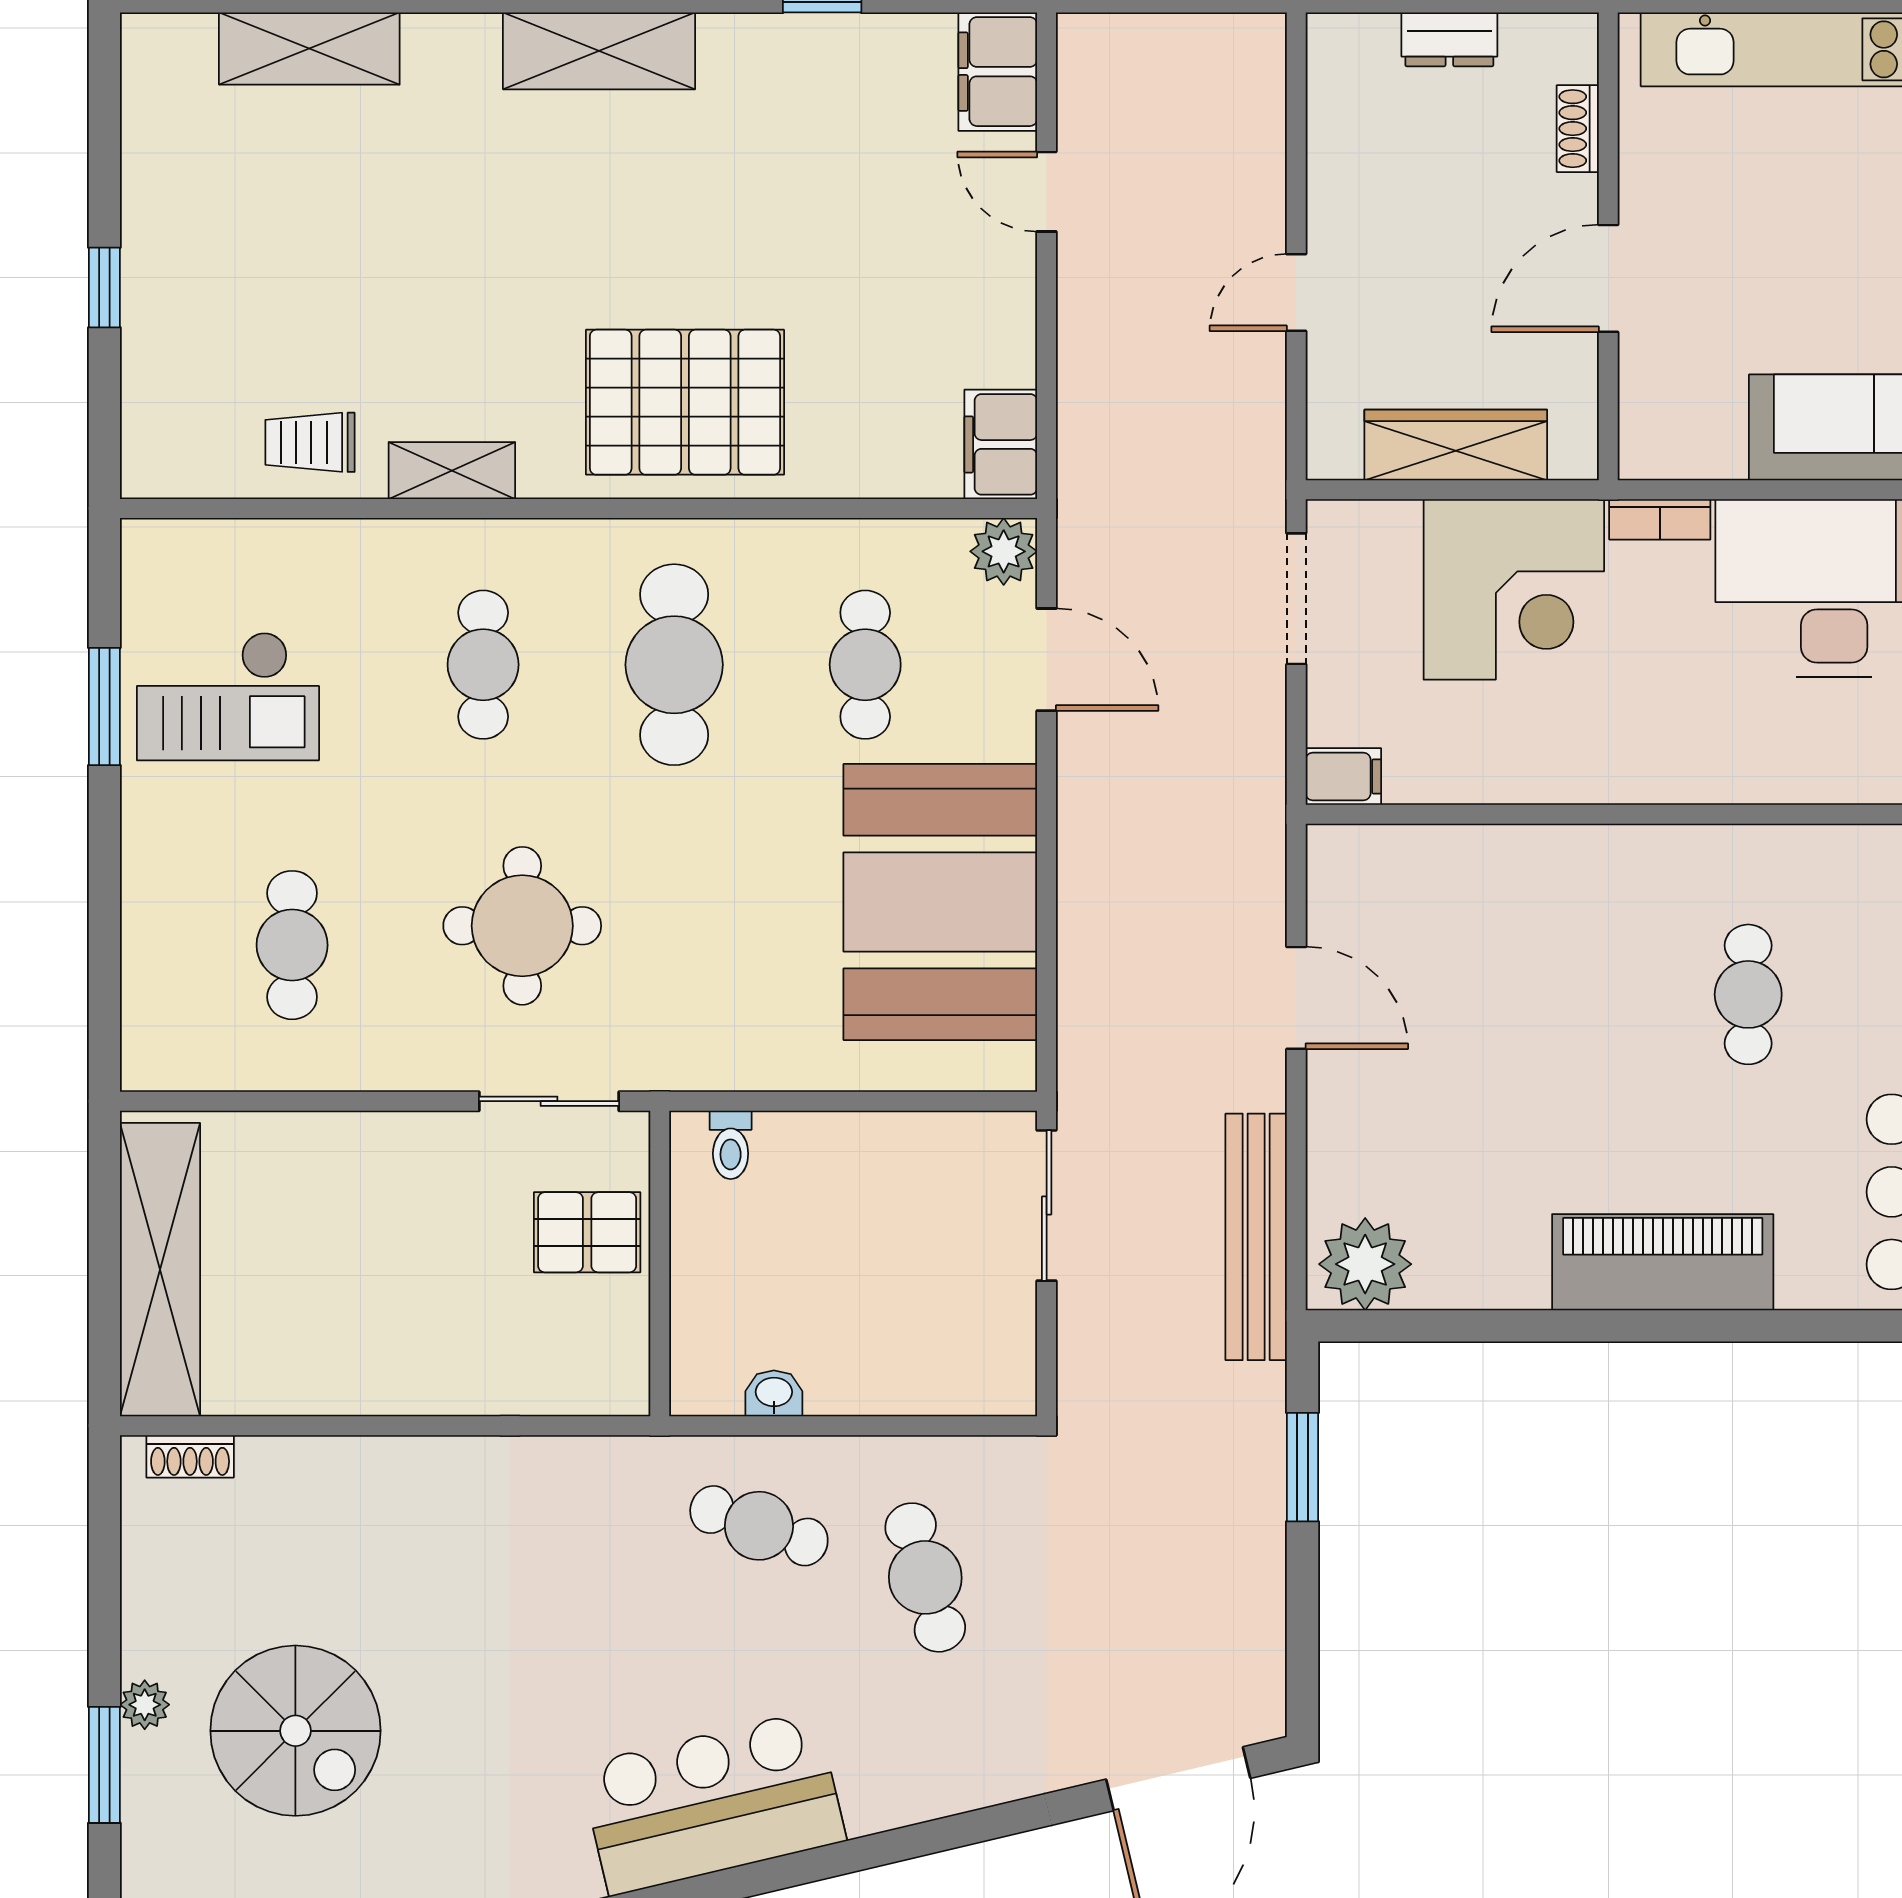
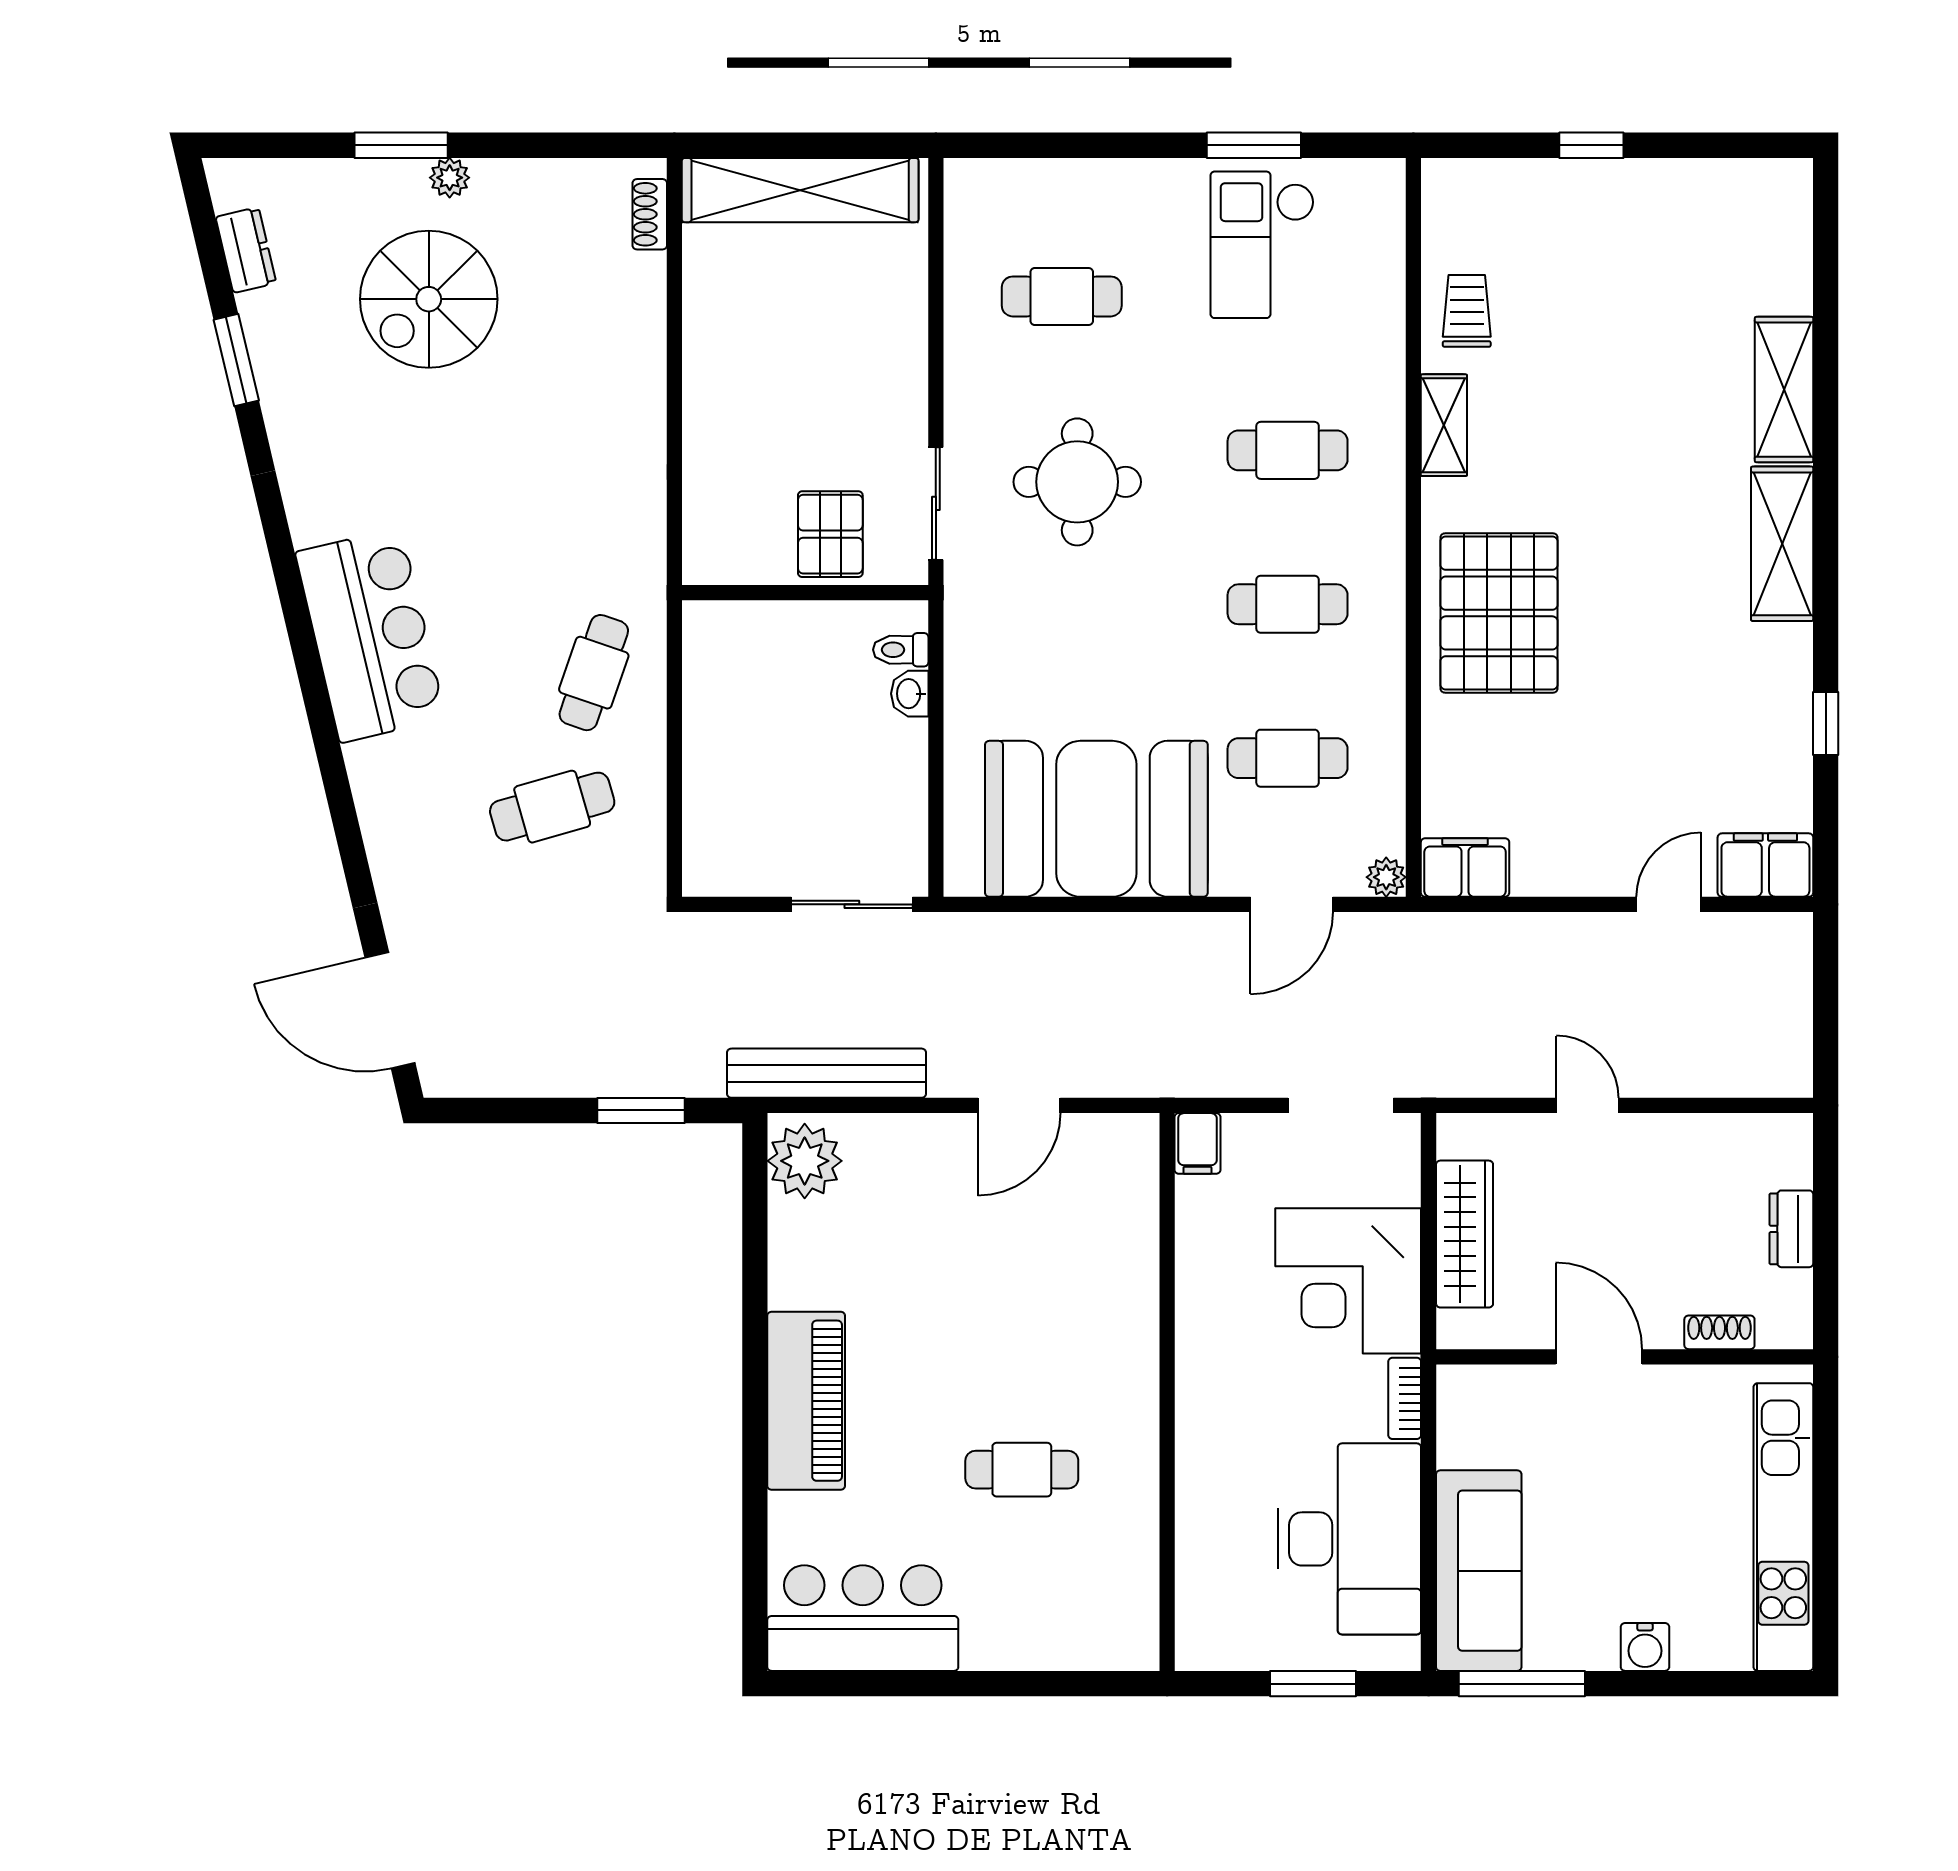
shelving: (309, 49) -> (1784, 390), moved
plant: (1004, 551) -> (1386, 877), width x0.73, depth x0.73
cafe table: (674, 665) -> (1288, 604), width x0.73, depth x0.74
washbasin: (774, 1393) -> (910, 694), moved, turned 180

